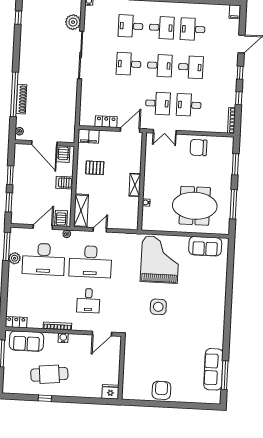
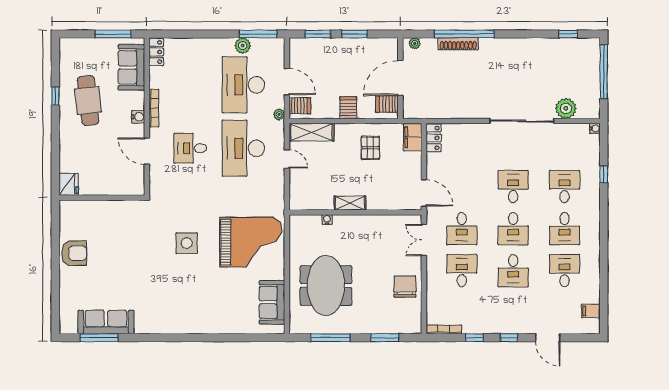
filing cabinet: (235, 12) -> (591, 311), moved
locker: (106, 122) -> (434, 138), moved
door: (102, 334) -> (147, 151), moved

